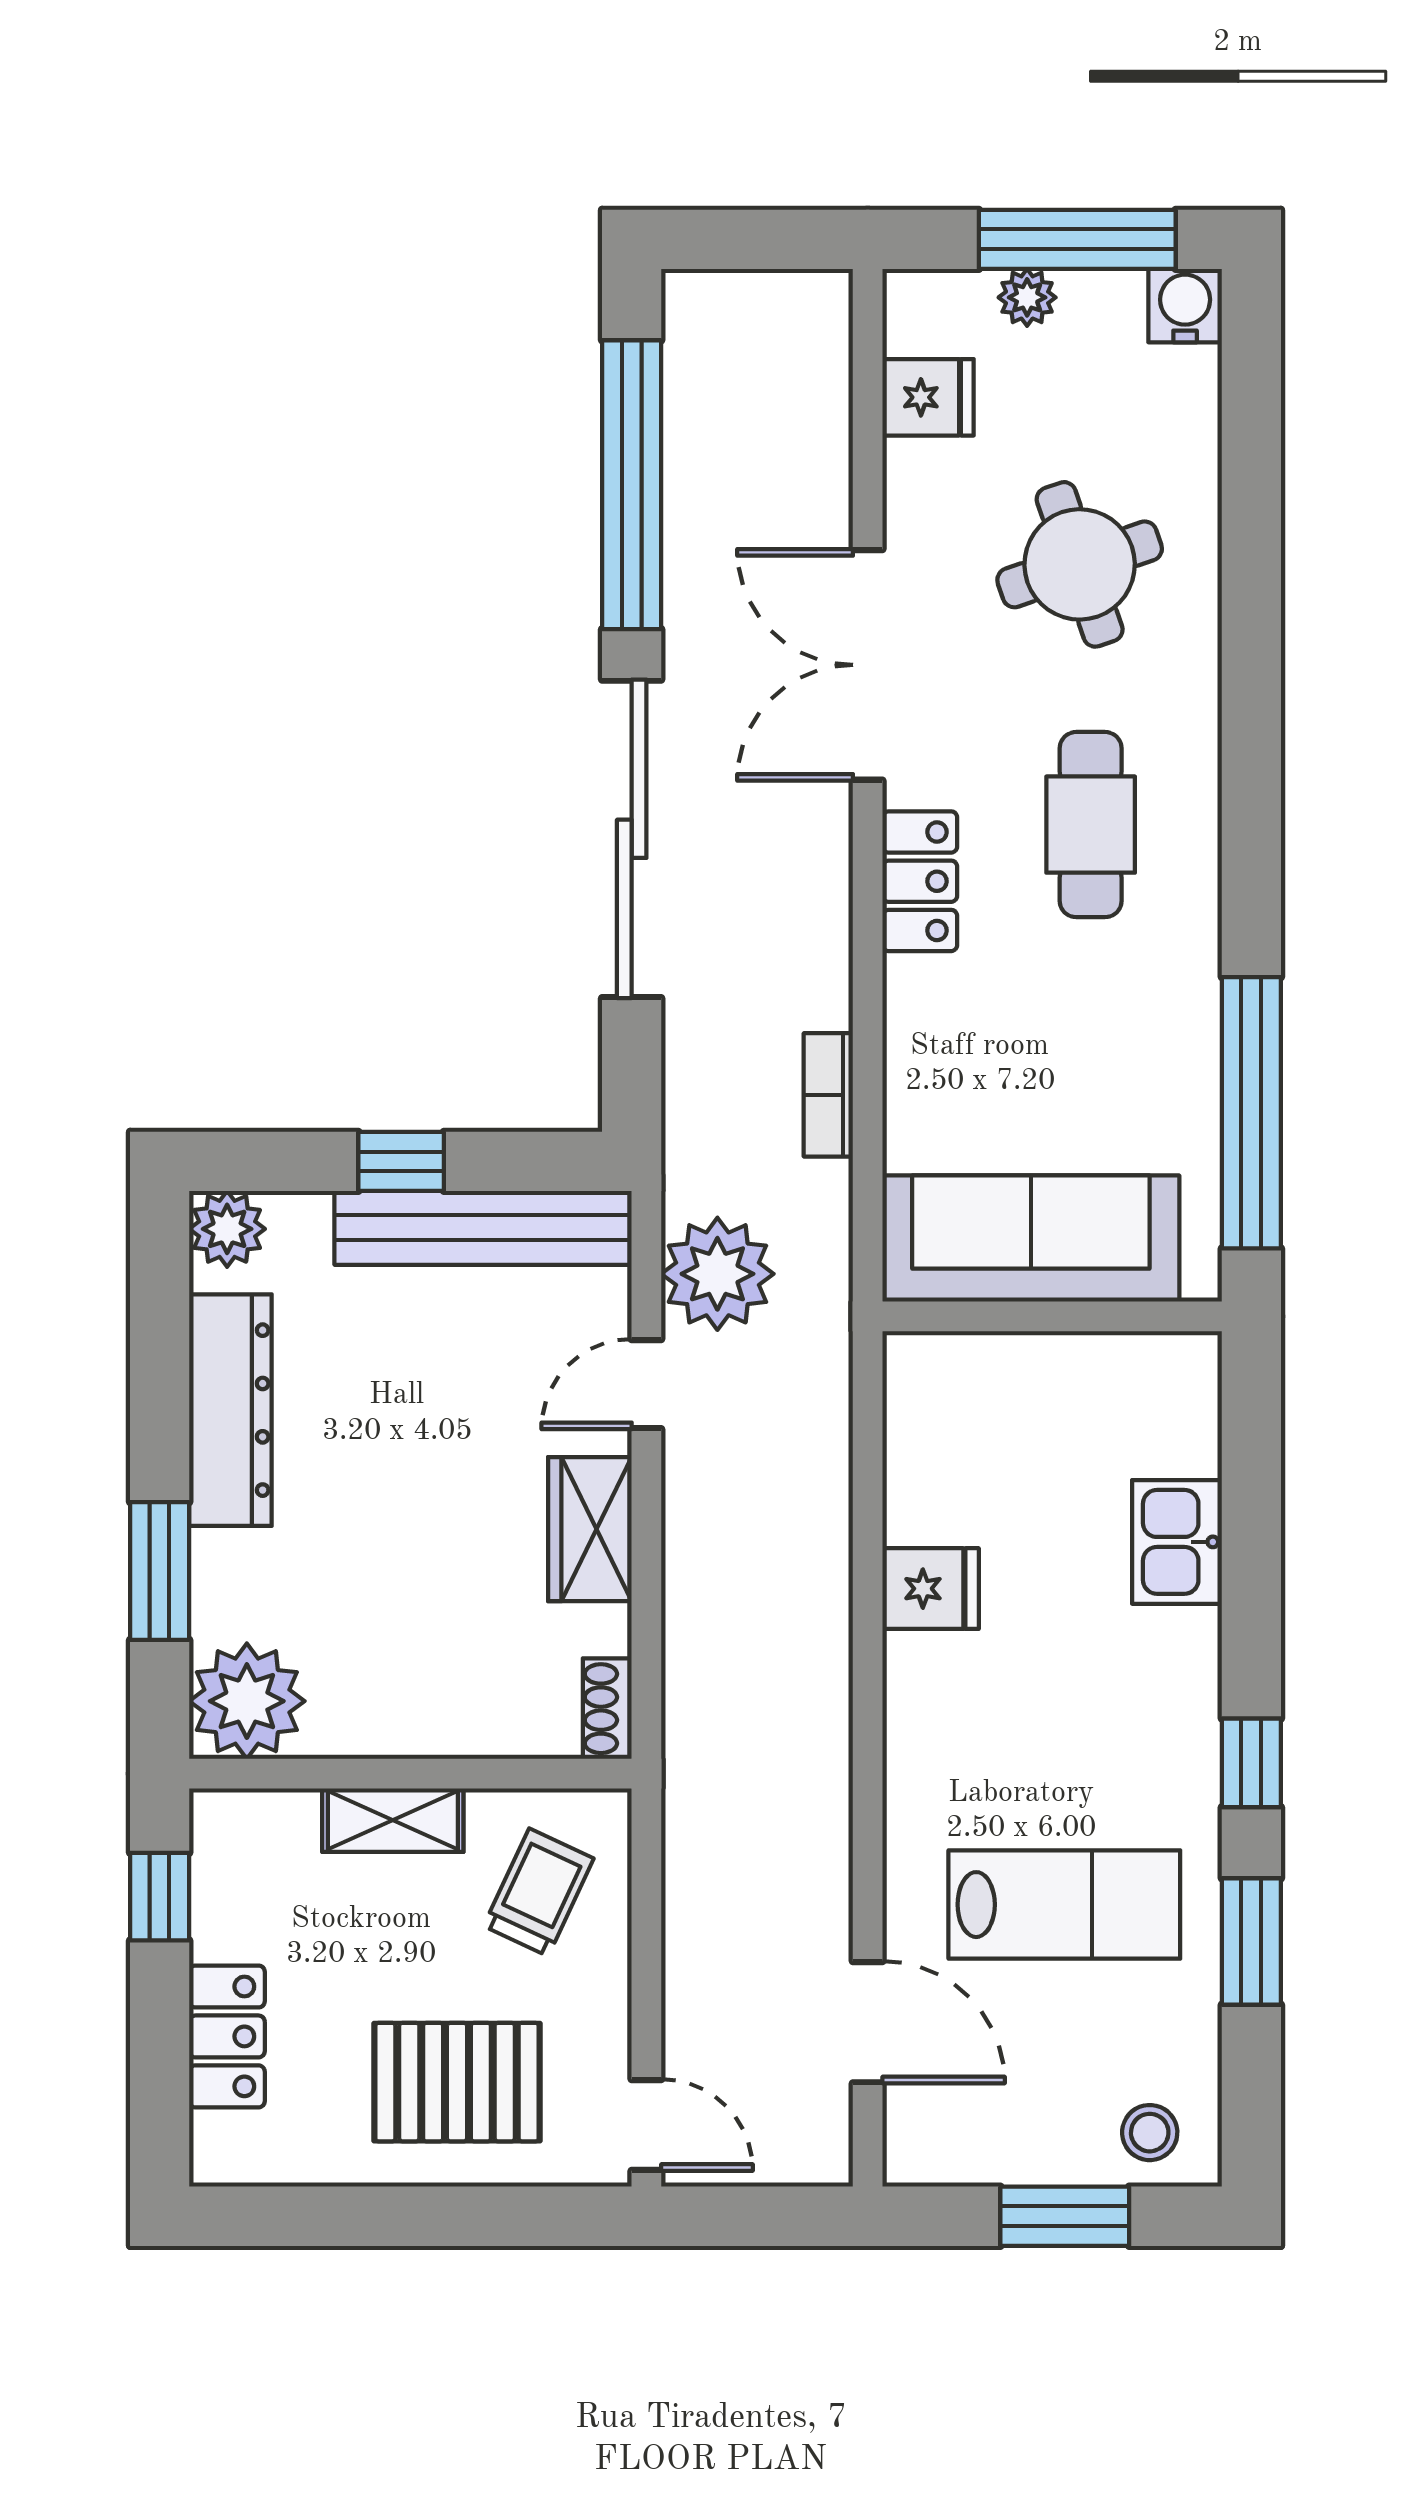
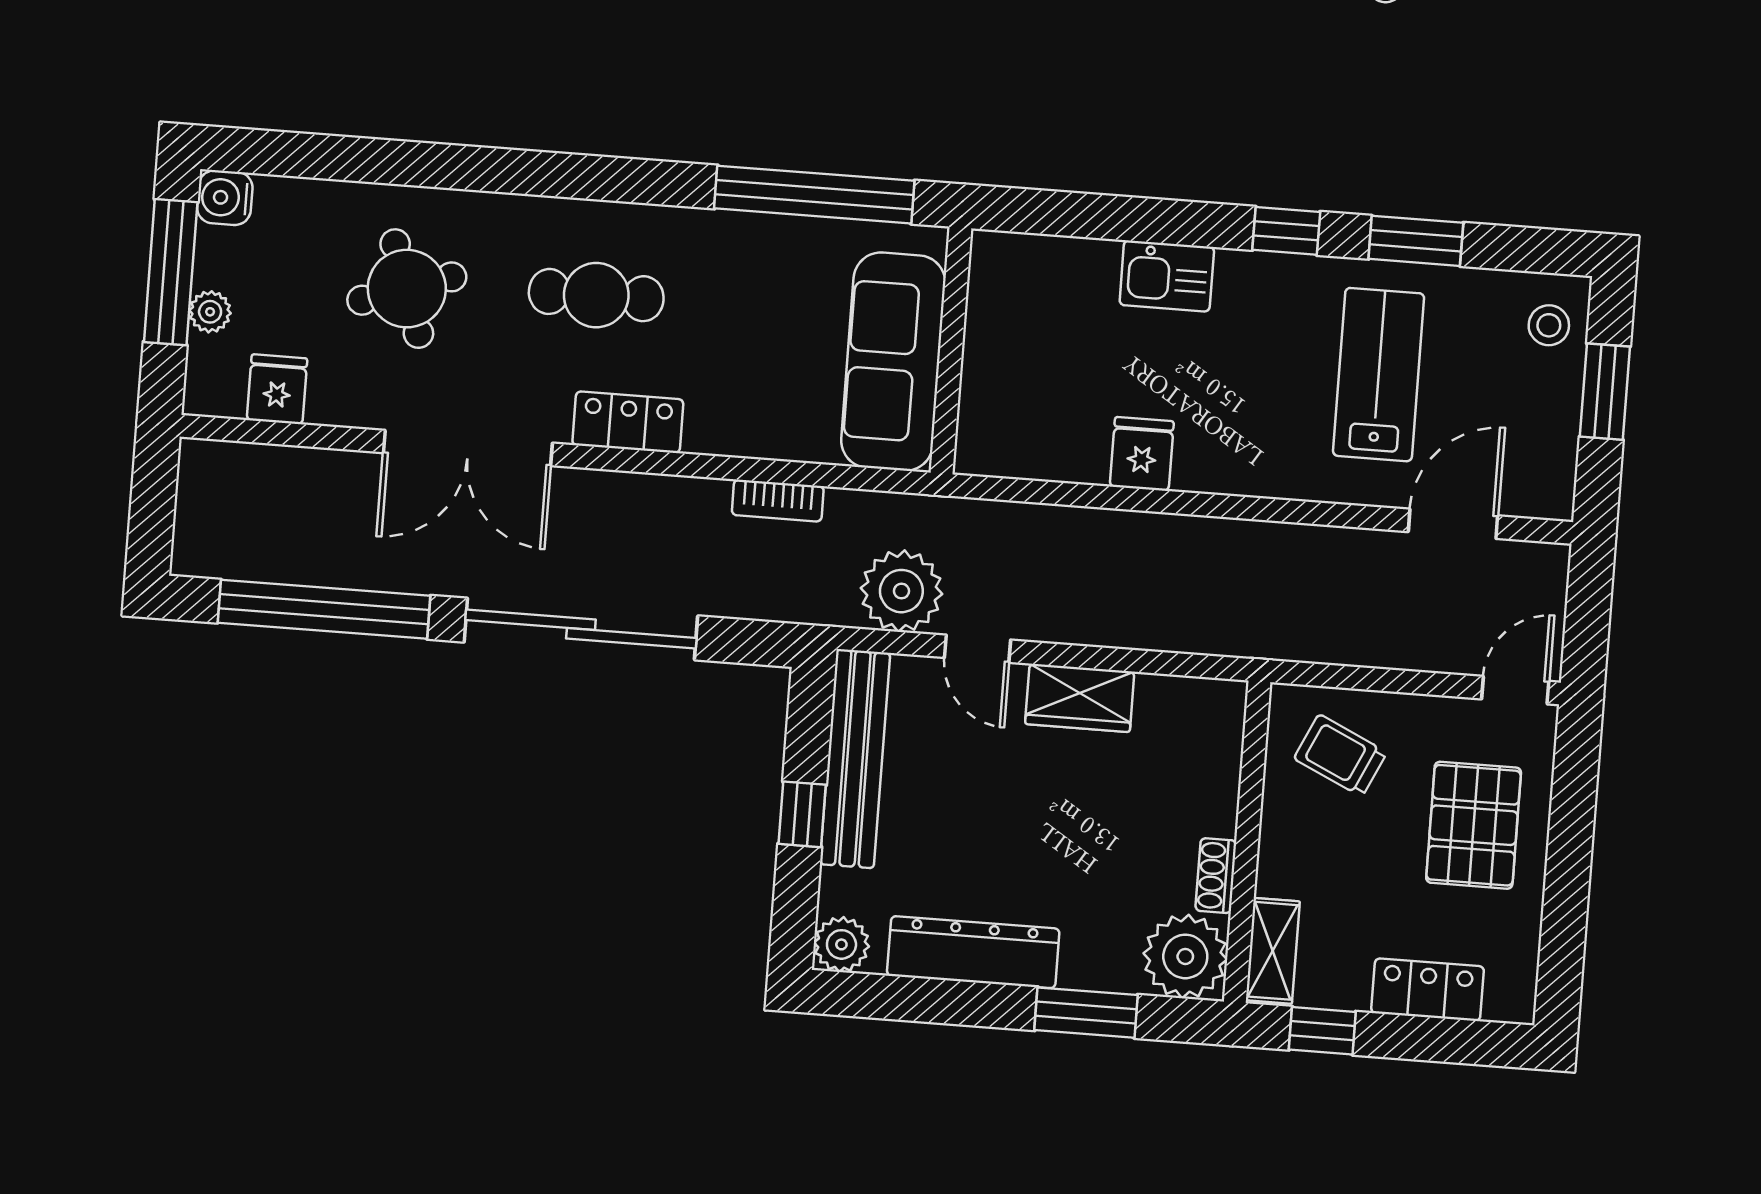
kitchen sink: (1177, 1542) -> (1167, 276), moved
shoe rack: (607, 1709) -> (1216, 876), moved, turned 90
shelving: (393, 1820) -> (1273, 951), moved

